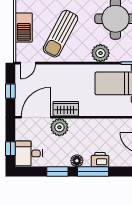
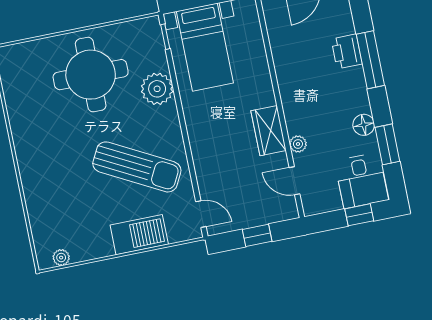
door: (36, 117) -> (294, 181), width x0.53
plant: (59, 127) -> (298, 144), width x0.53, depth x0.53
floor lamp: (77, 161) -> (364, 125), moved
window: (57, 171) -> (387, 144), moved

